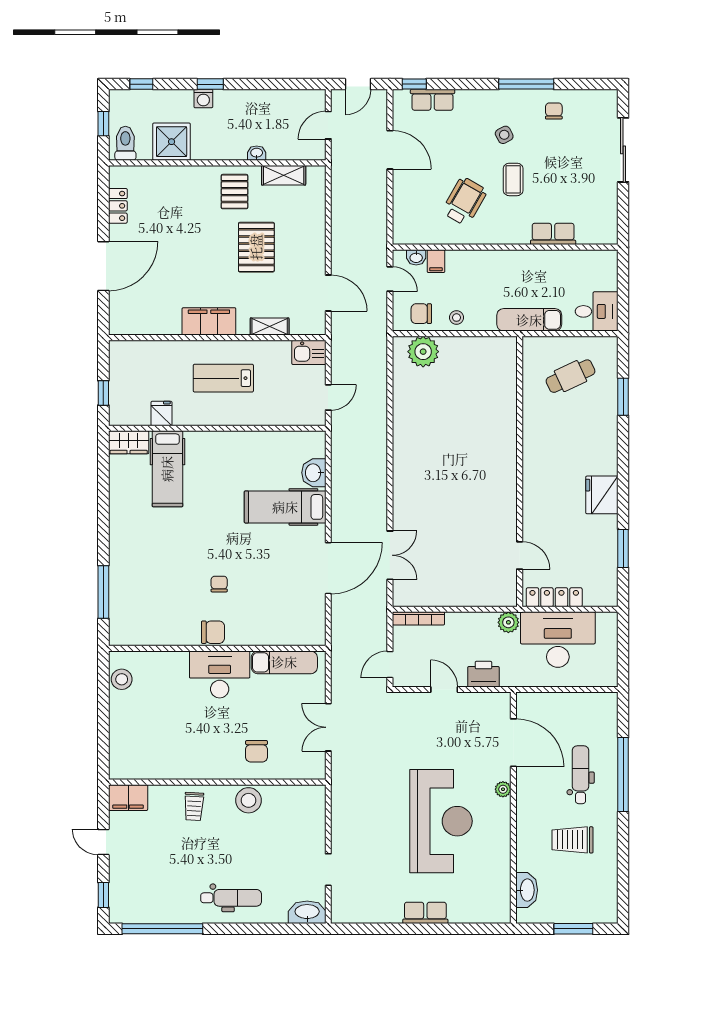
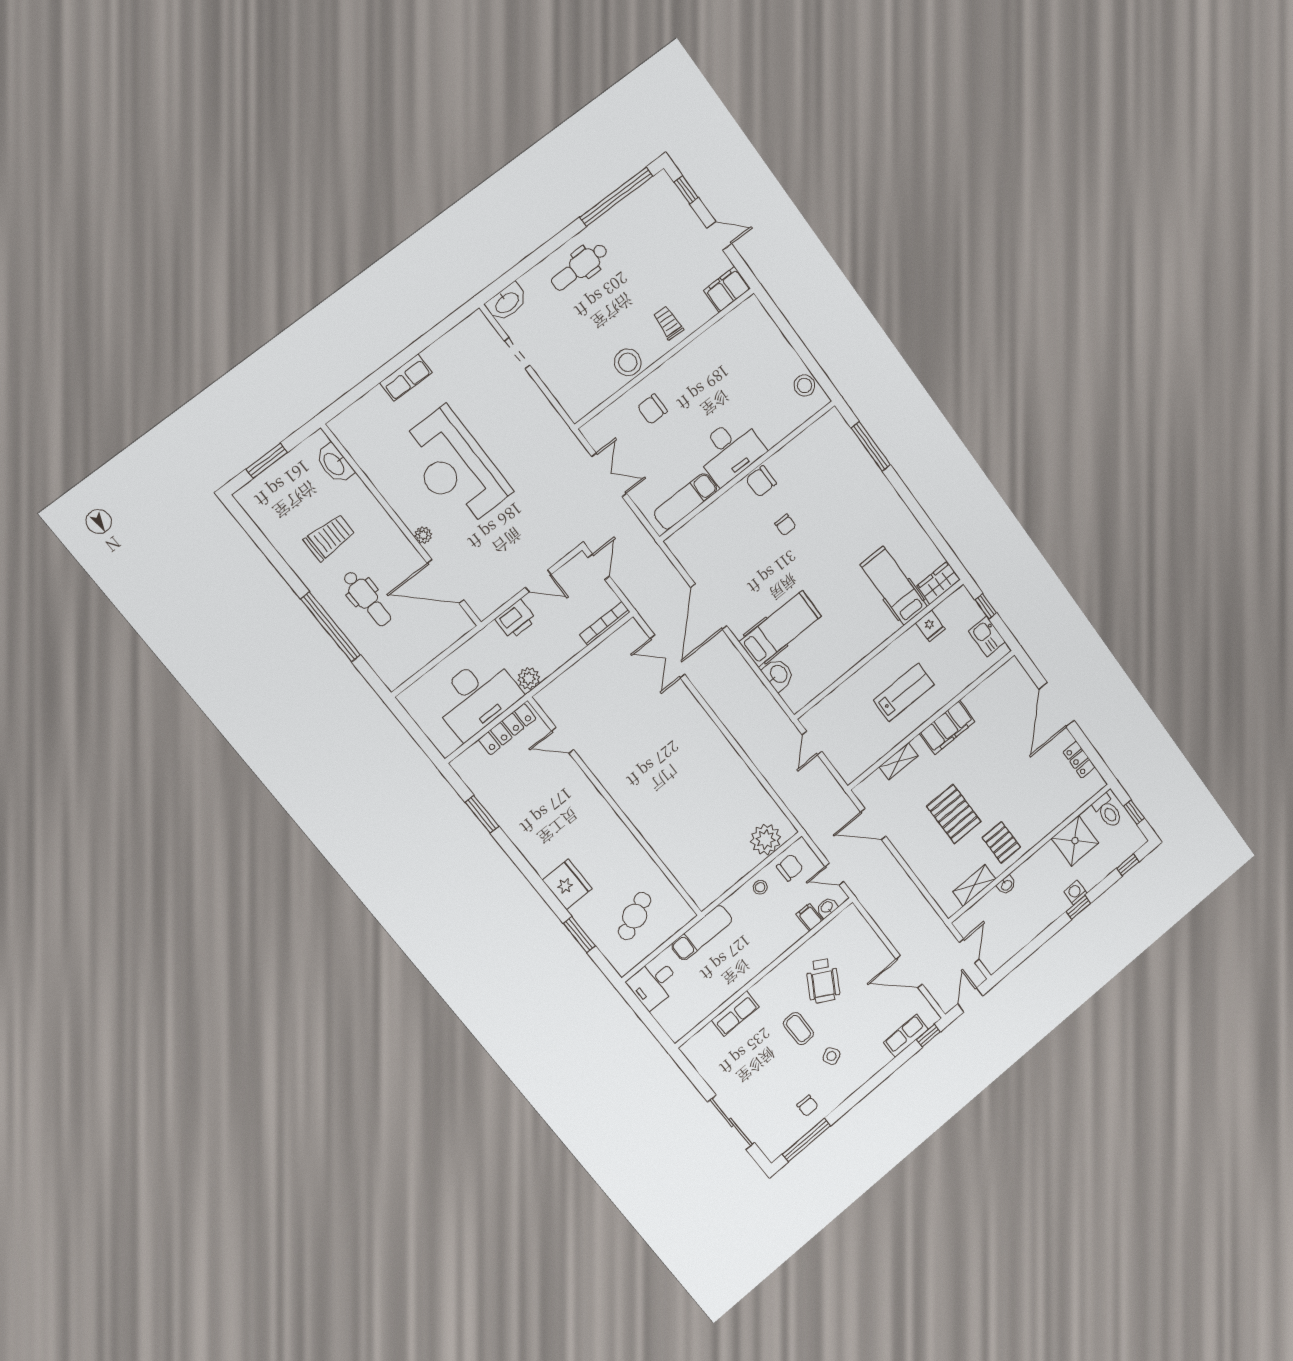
window: (526, 84) -> (806, 1140), moved
kitchen sink: (309, 352) -> (987, 637), moved, turned -90
fridge: (602, 495) -> (567, 884), moved
chair: (256, 751) -> (652, 409), turned -90

